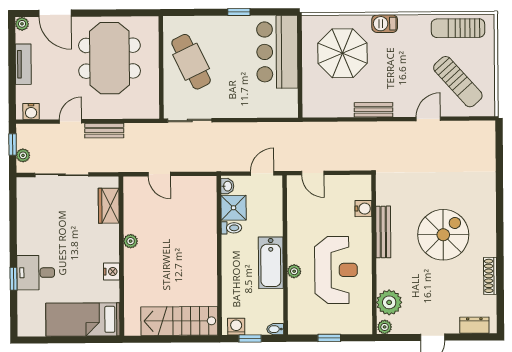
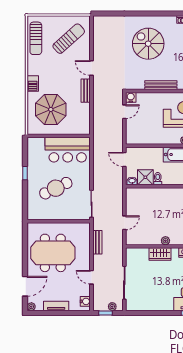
bar counter: (277, 52) -> (68, 150), moved
cafe table: (191, 62) -> (56, 188), moved
door: (428, 119) -> (91, 68), moved
bench: (104, 131) -> (97, 242), moved
door: (313, 173) -> (124, 112), moved
wardrobe: (109, 206) -> (160, 254), moved
water cooler: (363, 209) -> (131, 97), moved
spiral stairs: (443, 235) -> (148, 44), moved

